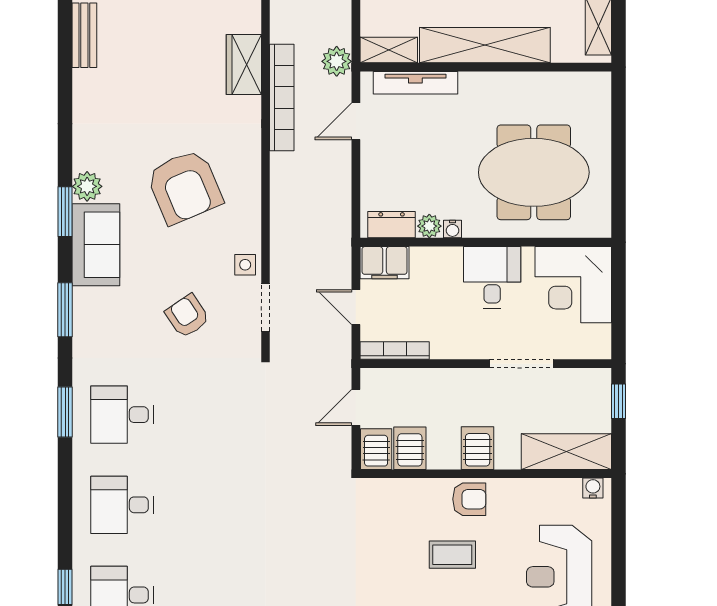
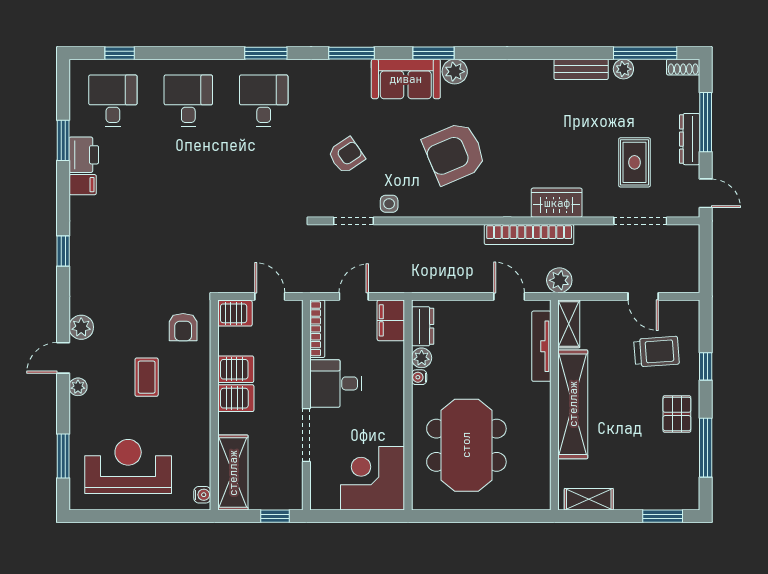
desk: (492, 277) -> (336, 383), moved, turned 180
server rack: (410, 448) -> (236, 369), moved
armchair: (469, 499) -> (183, 327), moved

